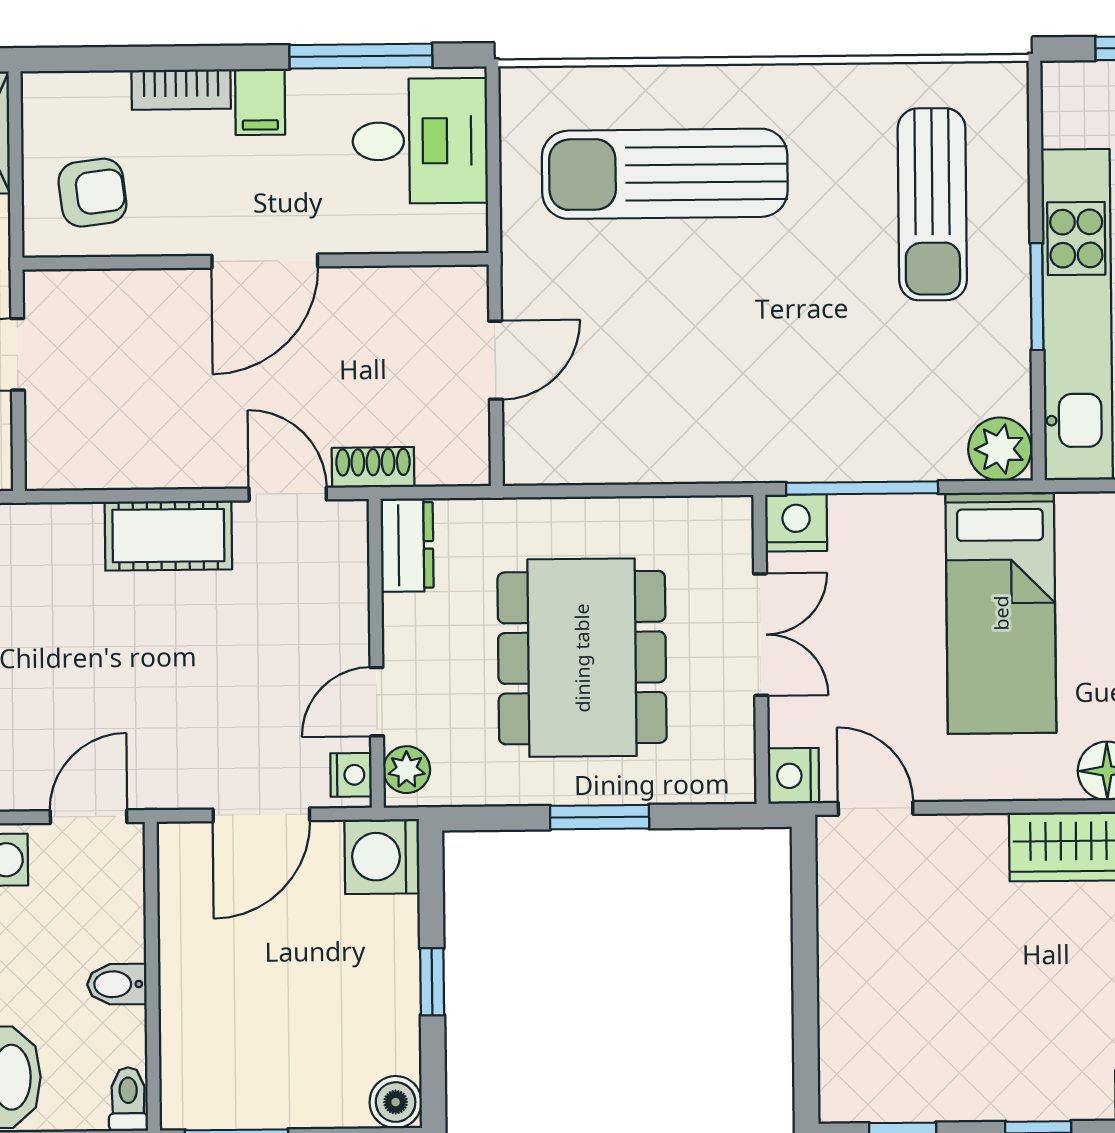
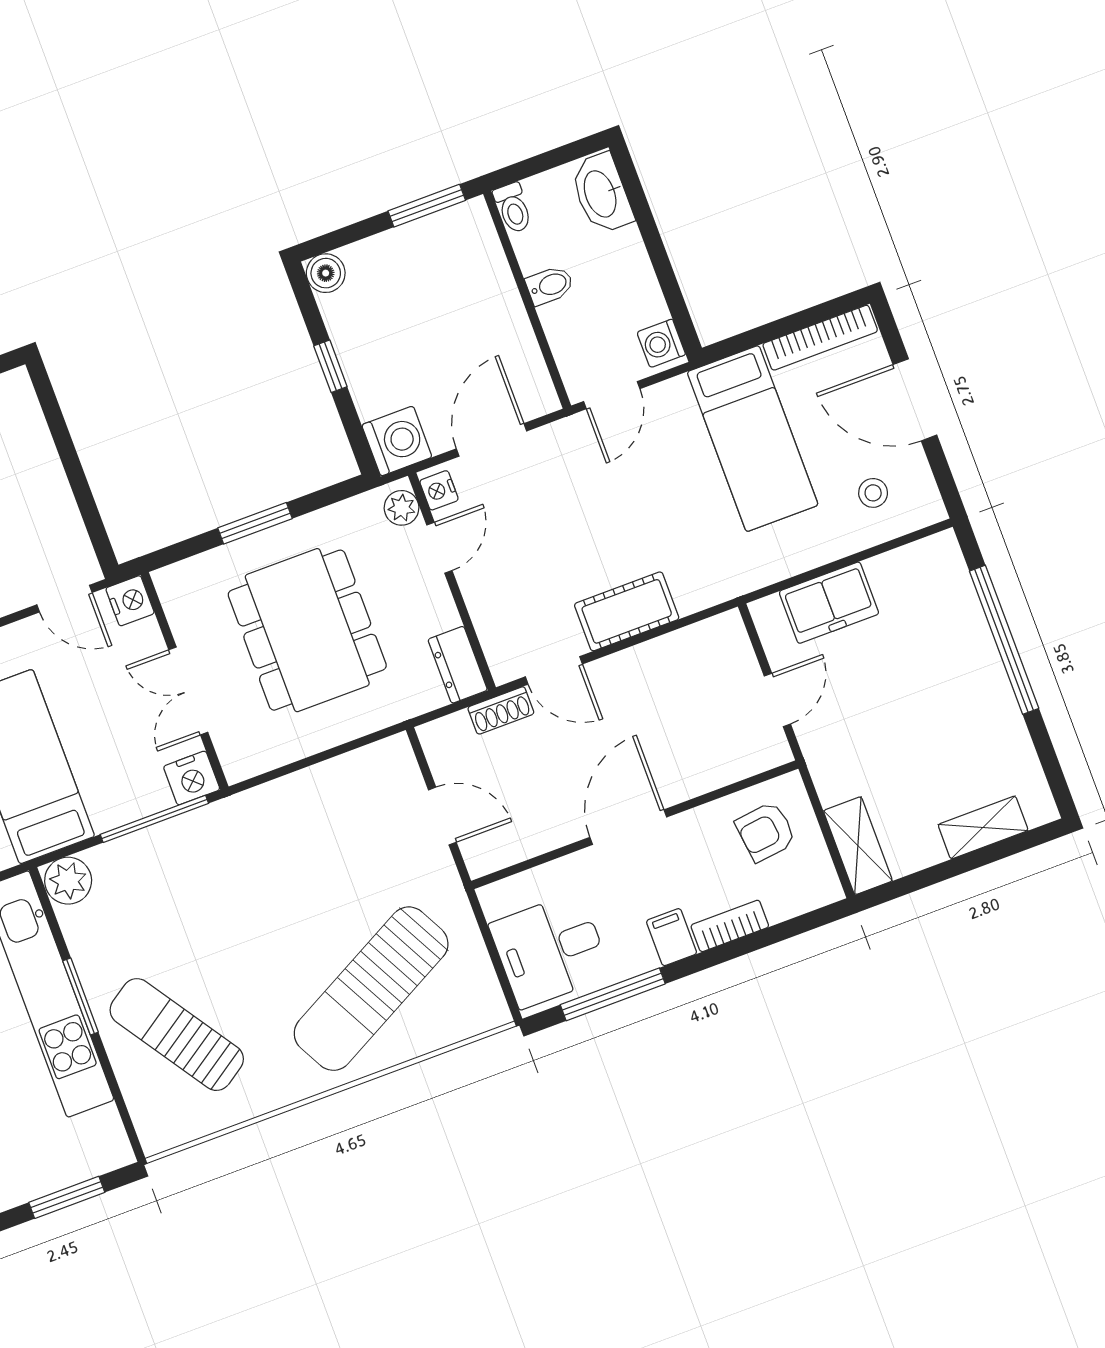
sun lounger: (665, 174) -> (371, 989), turned 152
sun lounger: (932, 204) -> (177, 1035), turned -34
door: (496, 360) -> (442, 816), swing flipped

